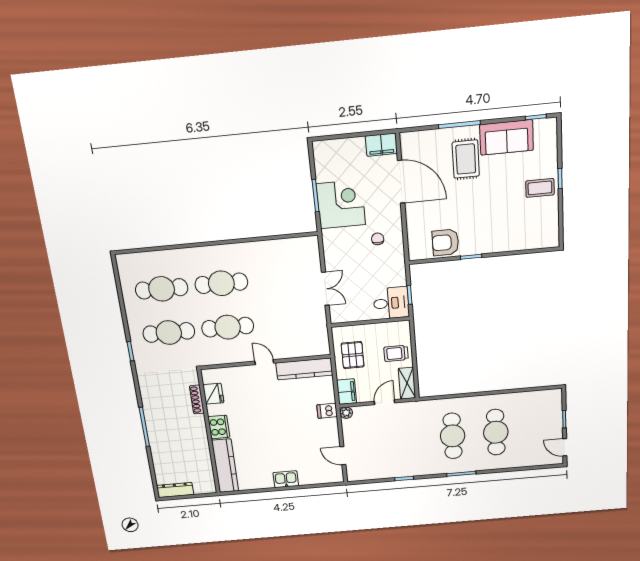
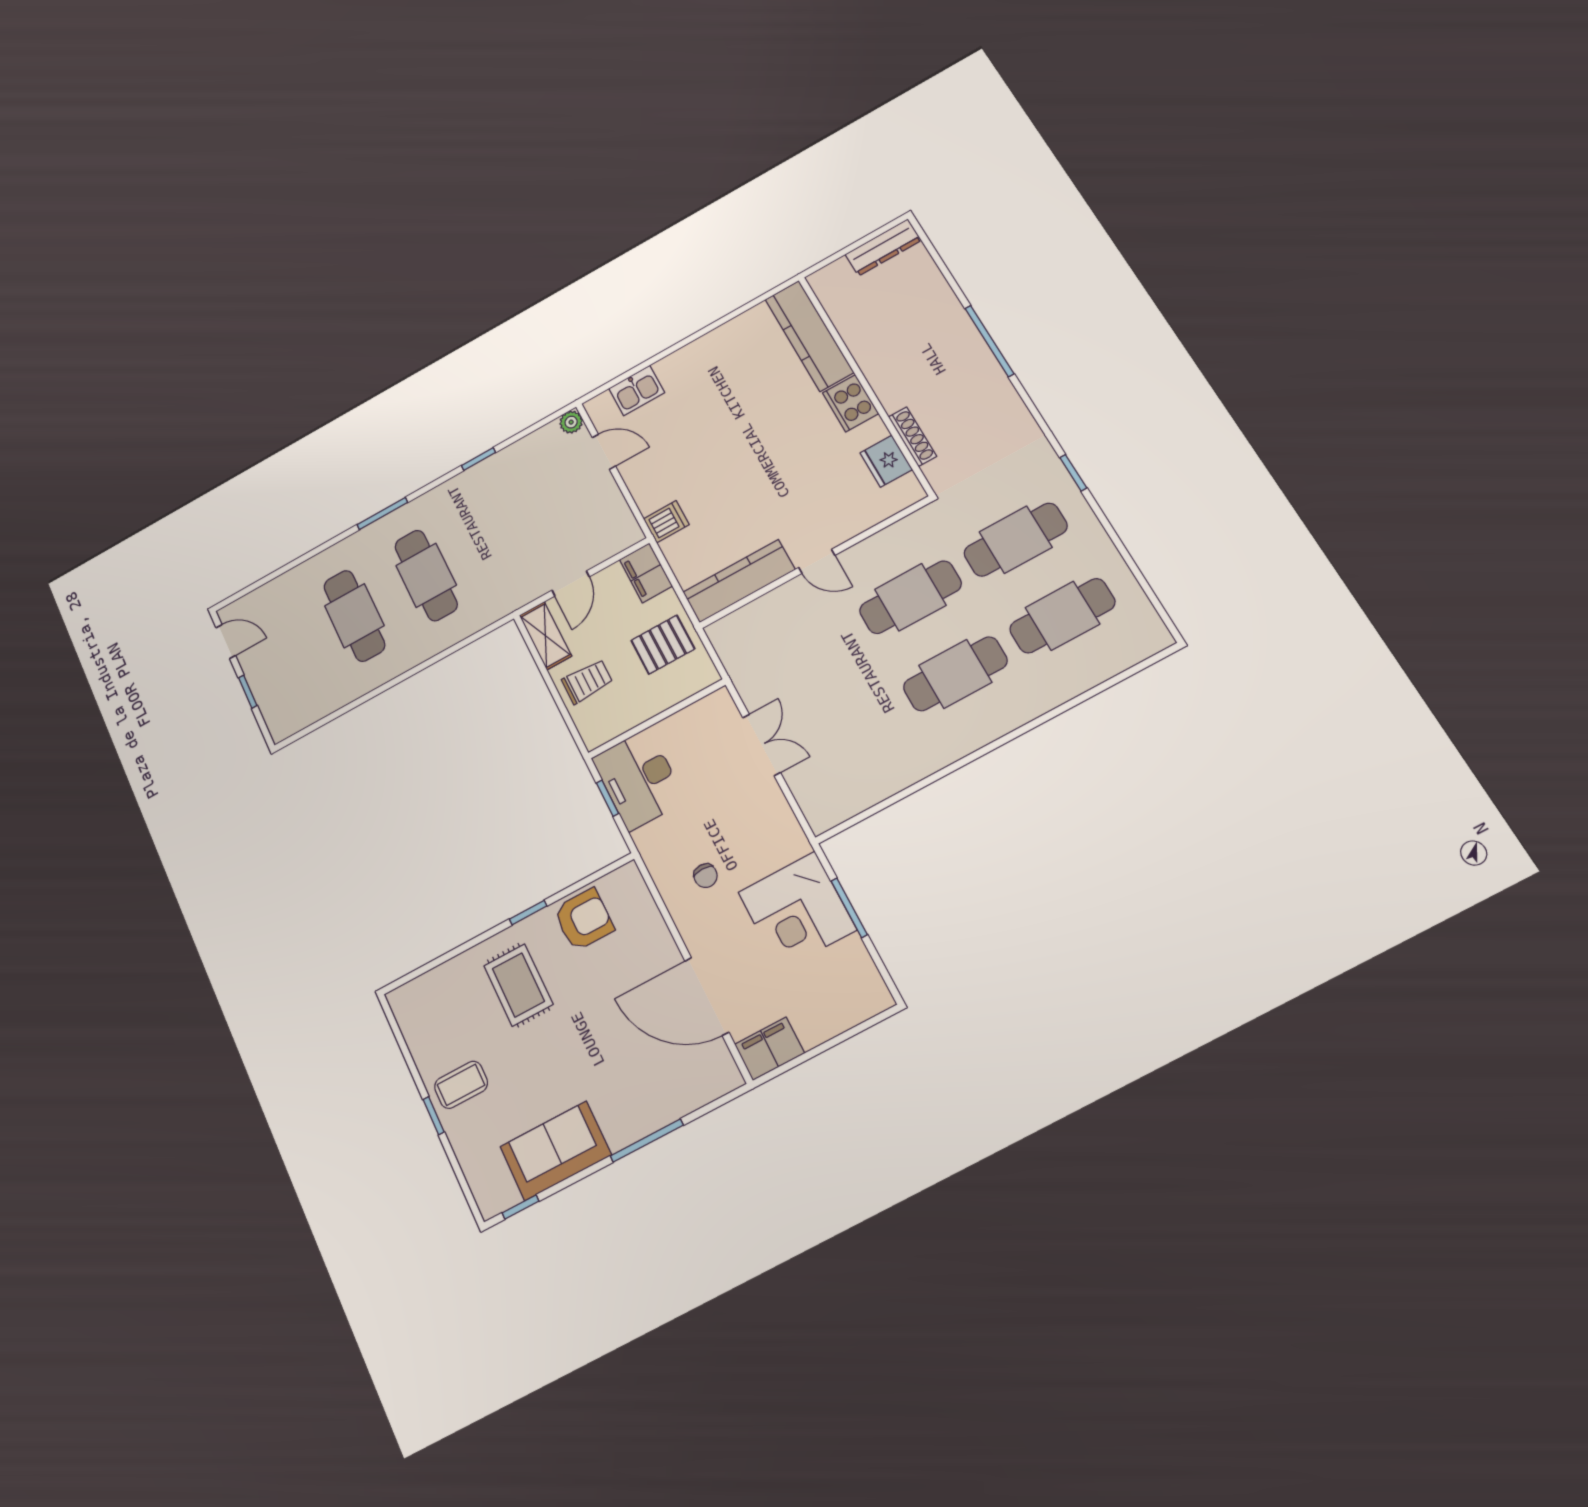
rug: (466, 159) -> (518, 985), moved
double door: (325, 289) -> (762, 745), swing flipped
desk: (391, 303) -> (639, 779), width x1.37
pallet: (353, 355) -> (663, 645), turned 90
plant: (346, 413) -> (571, 422), moved
kitchen sink: (286, 479) -> (637, 390), moved

